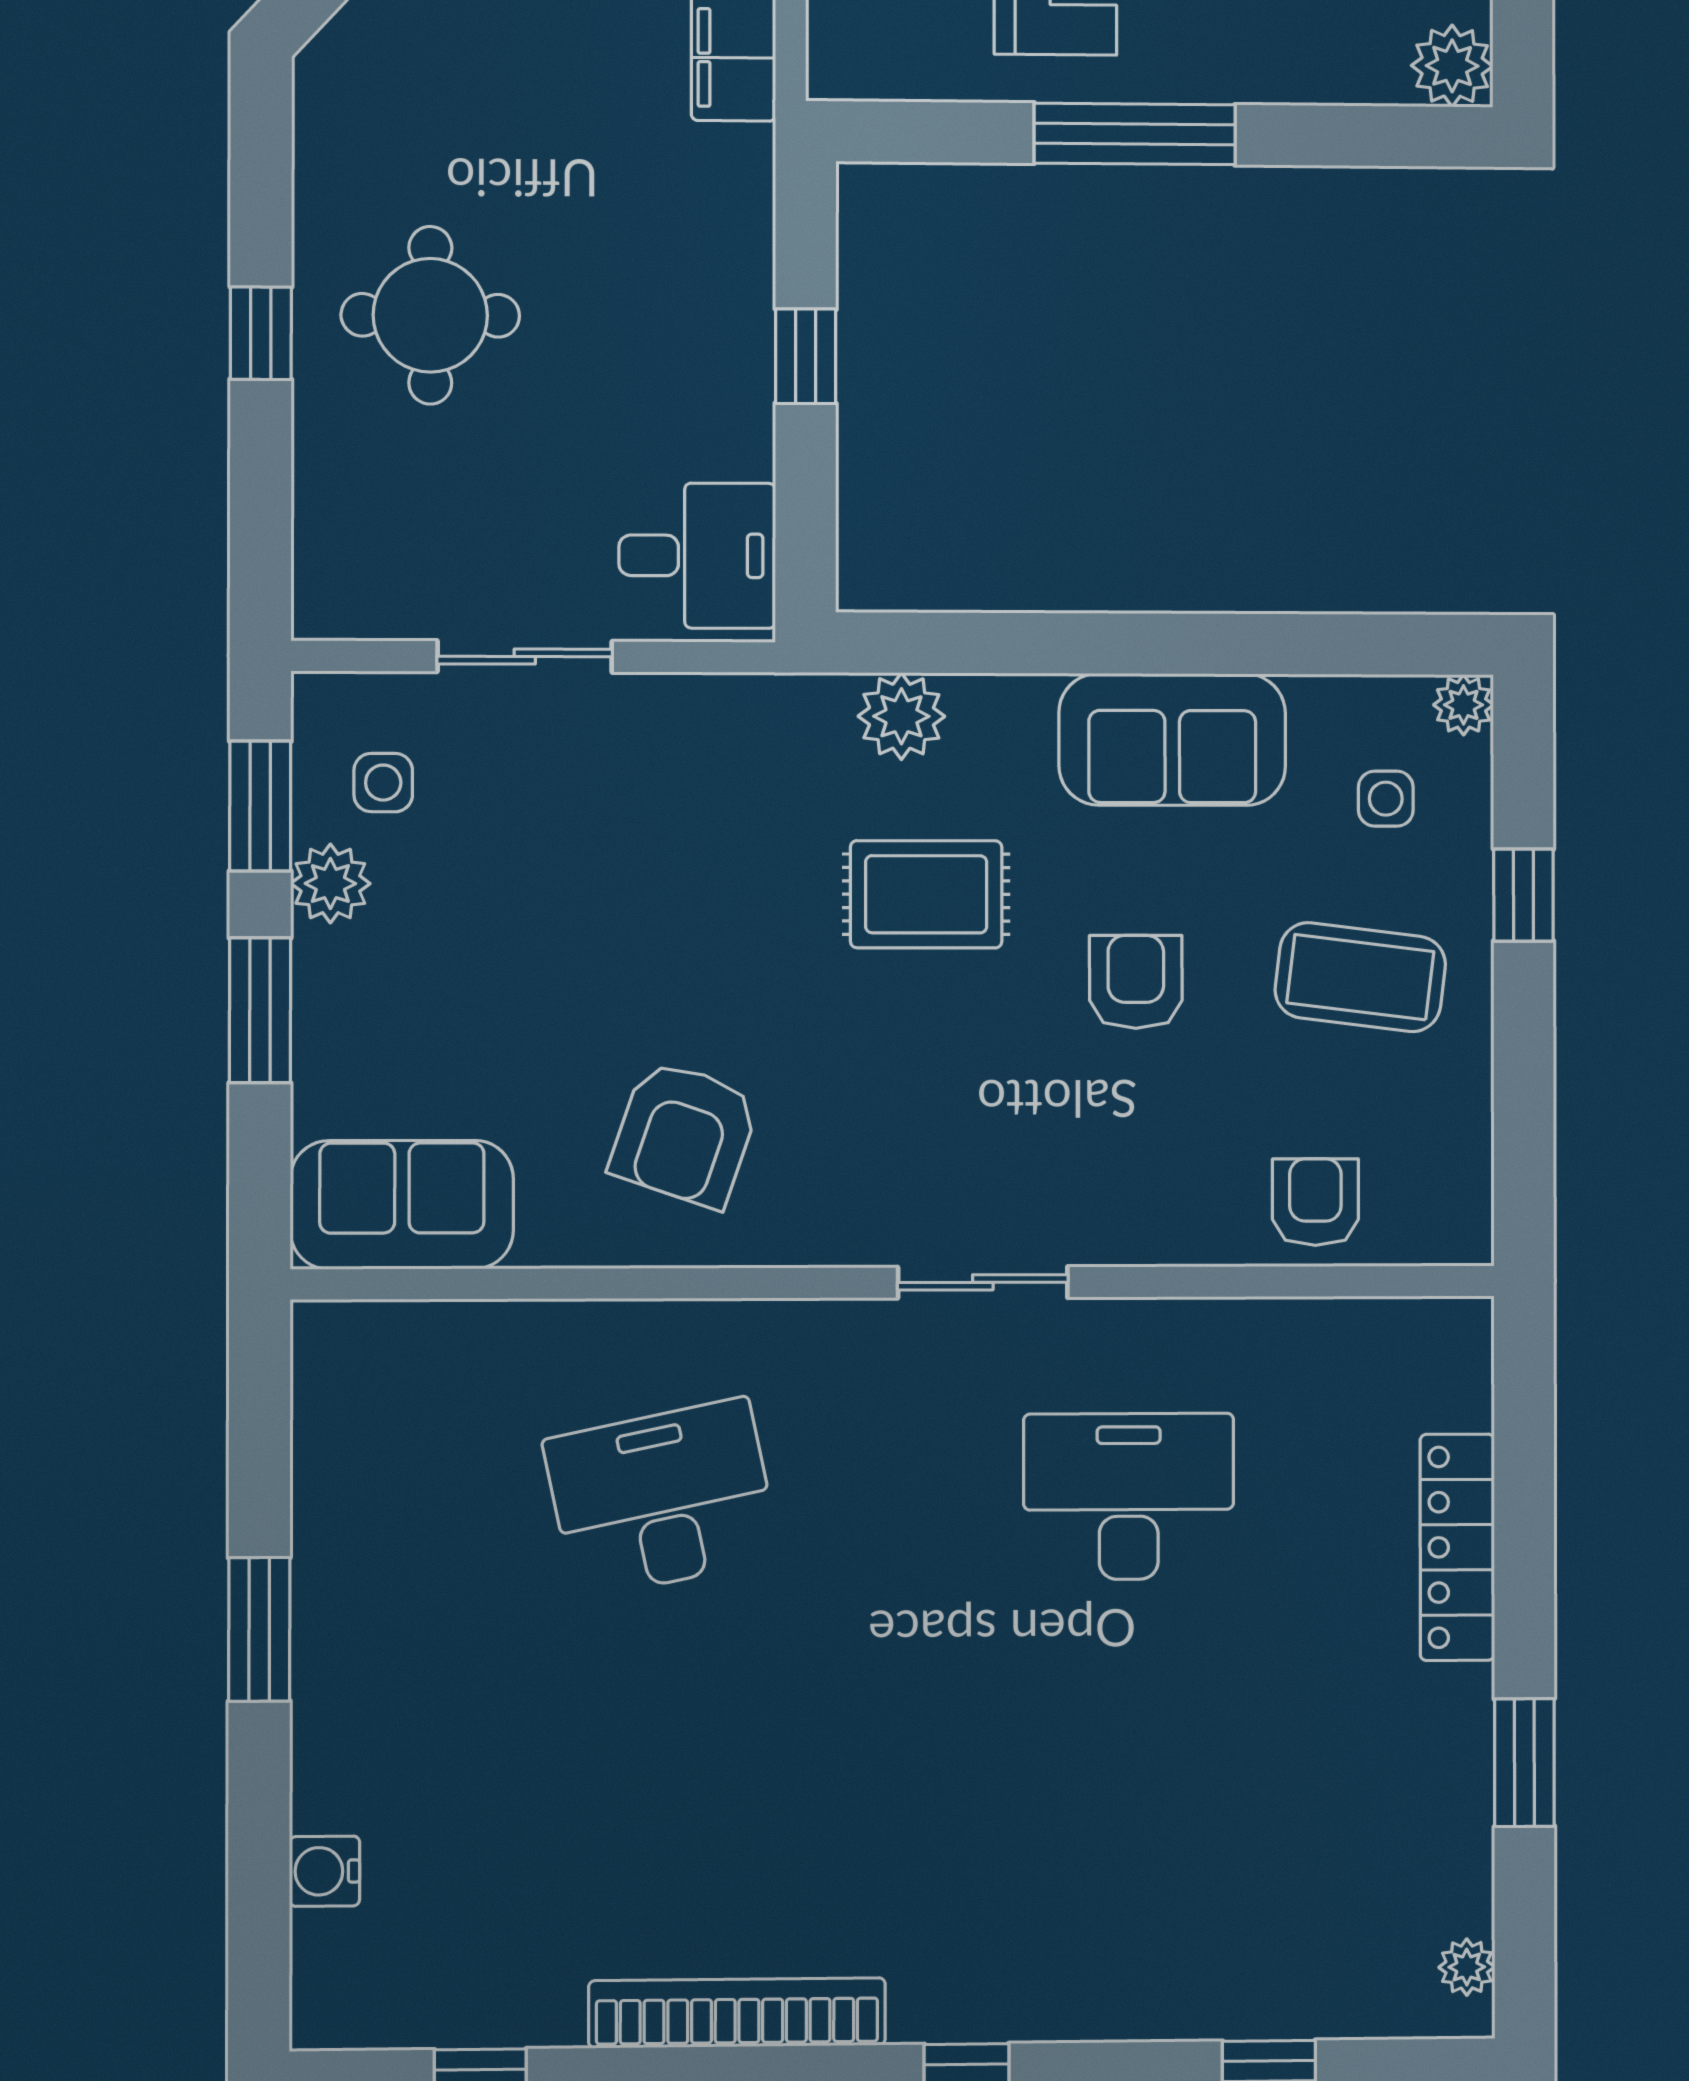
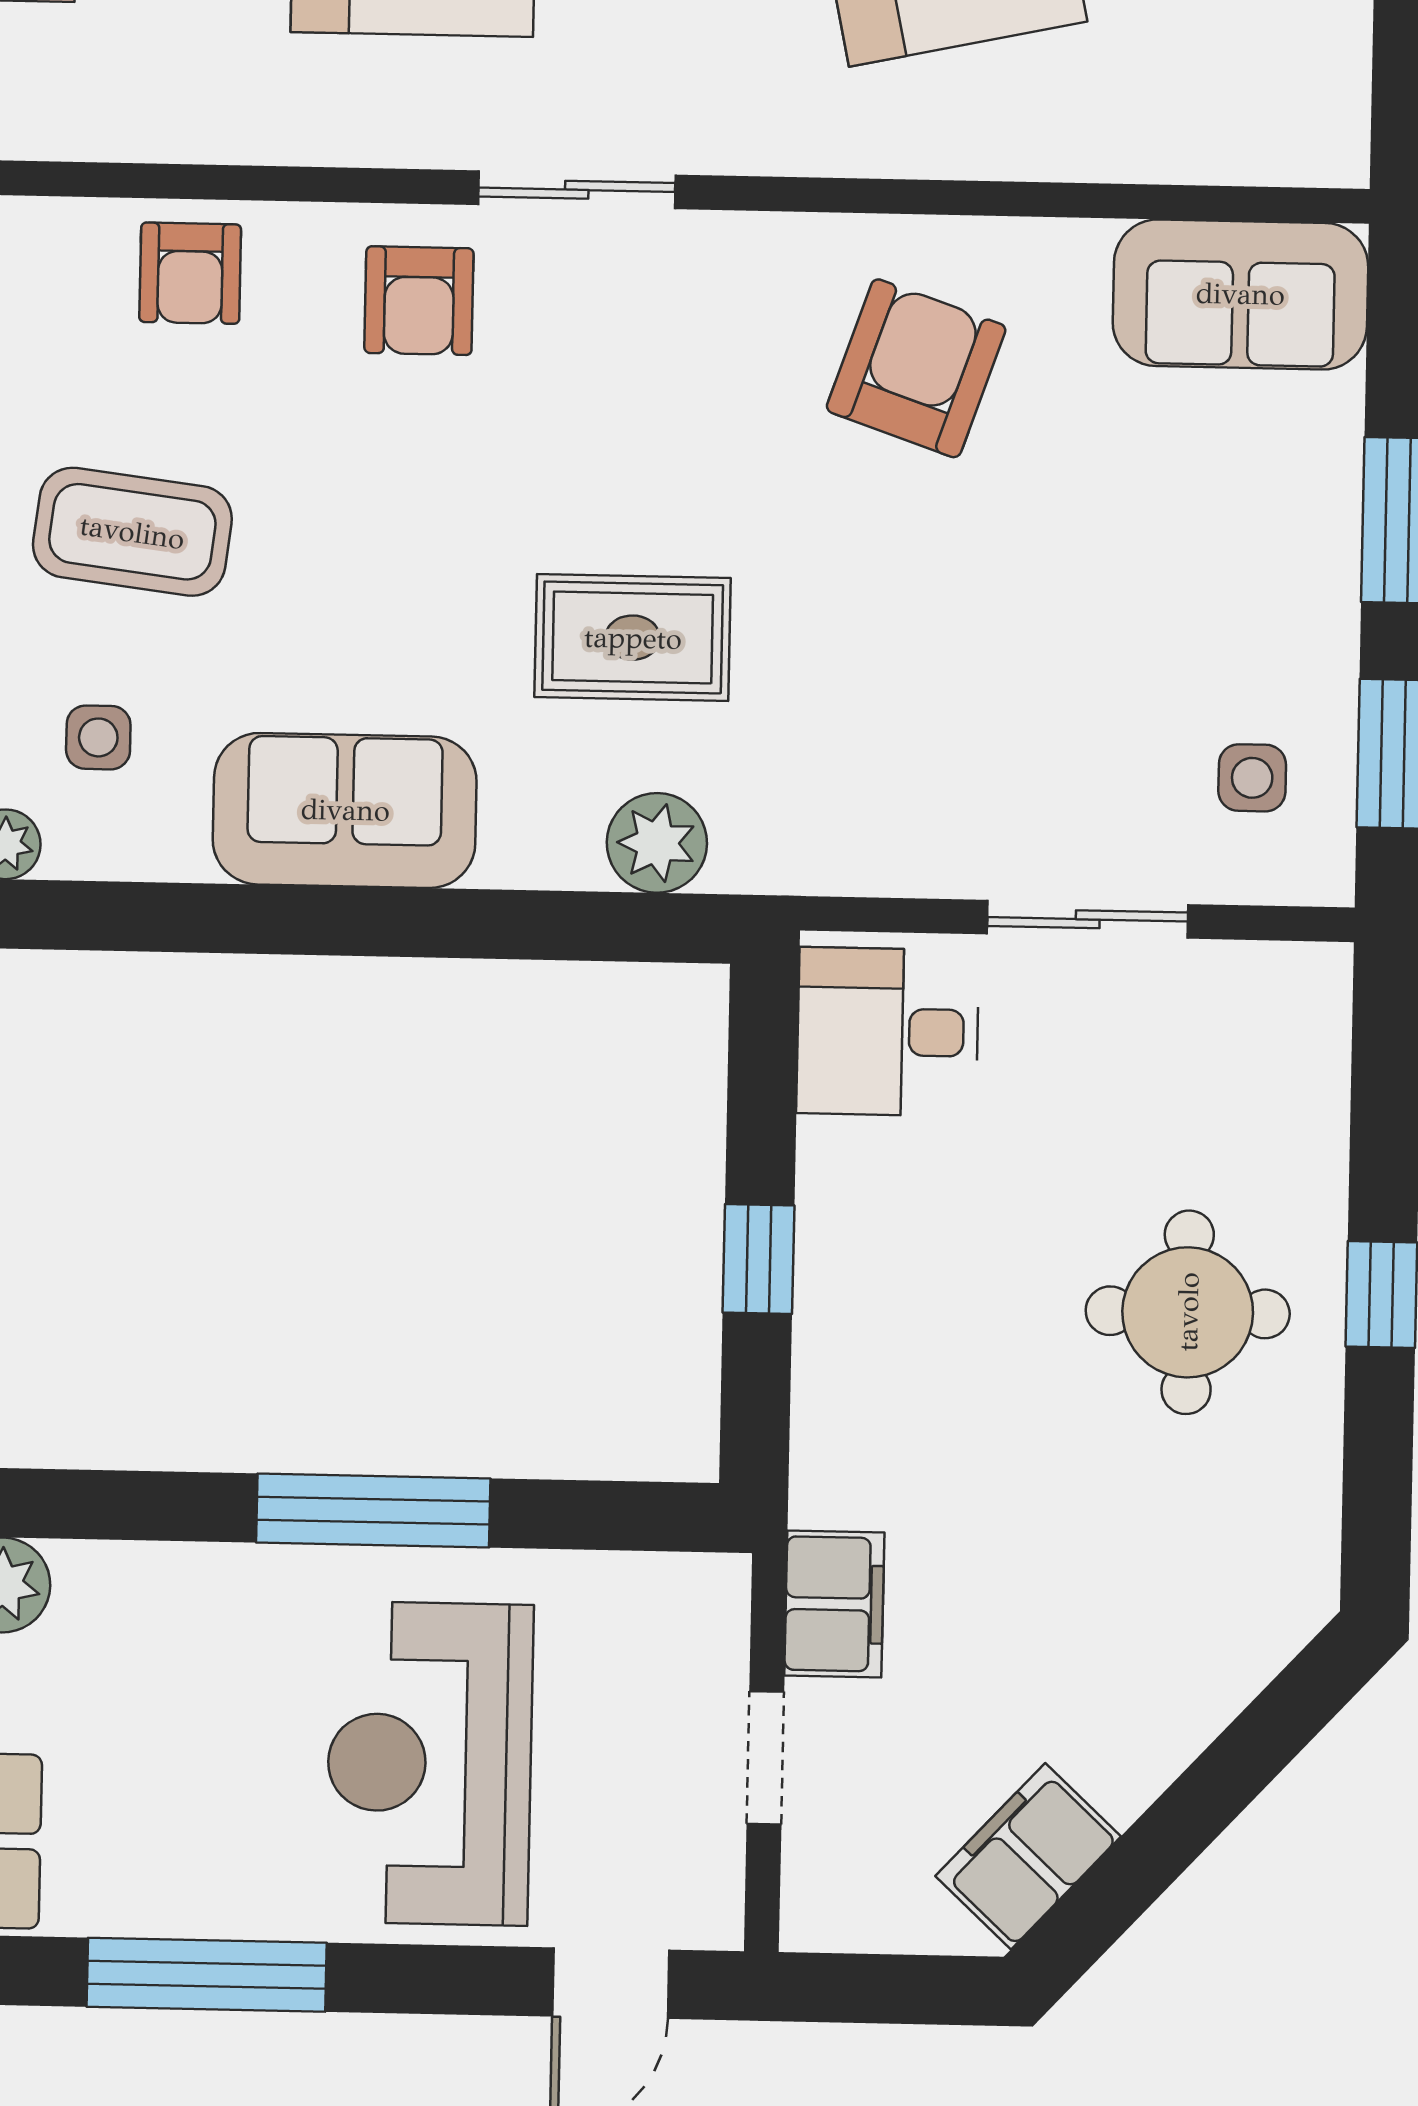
plant: (330, 883) -> (1315, 663), removed
armchair: (1136, 982) -> (419, 301), moved

